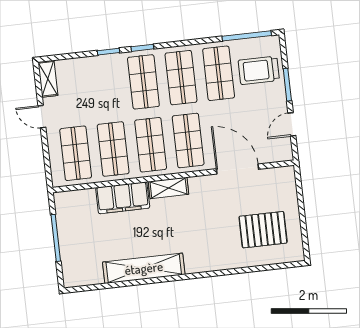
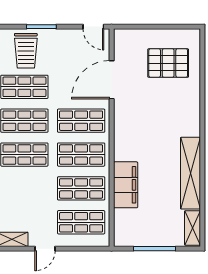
door: (292, 124) -> (93, 27), moved
shelving: (168, 188) -> (193, 228), moved
pallet: (263, 230) -> (168, 63), turned 90

